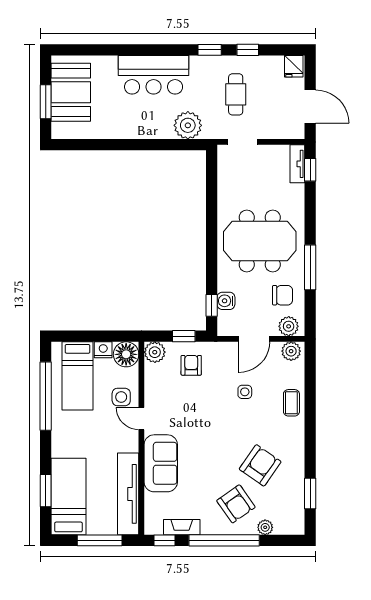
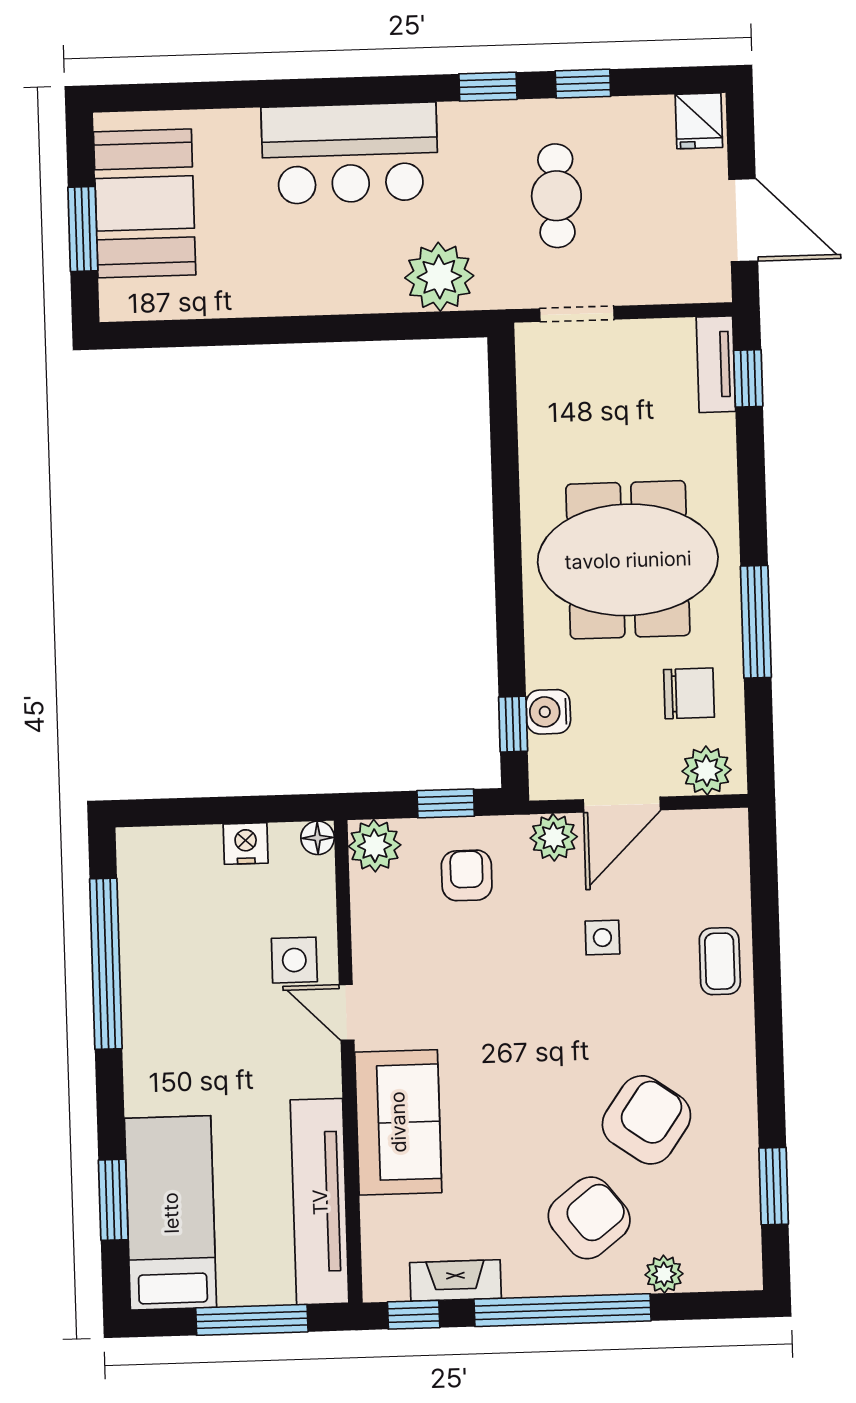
plant: (291, 351) -> (554, 837), moved
floor lamp: (126, 354) -> (318, 838), width x0.53, depth x0.53
bed: (78, 376) -> (184, 911), removed
armchair: (236, 504) -> (589, 1218), turned -93

